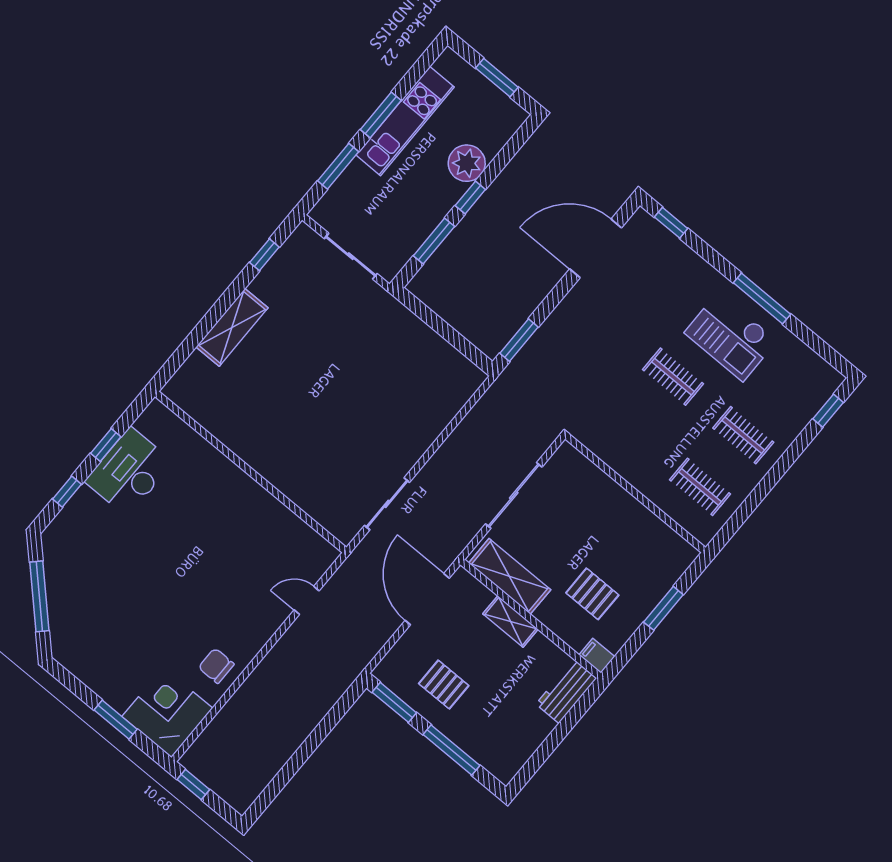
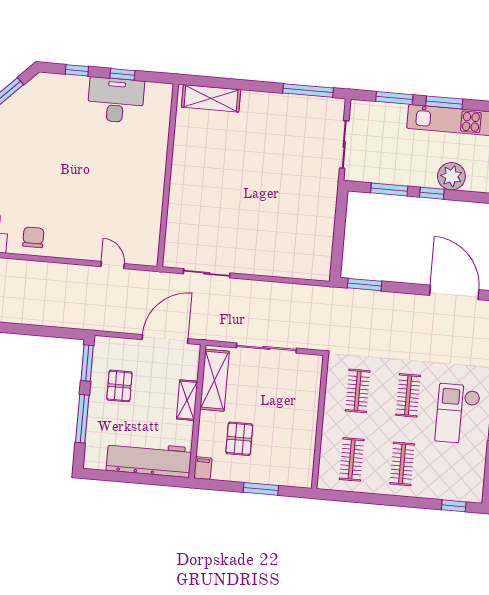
window: (264, 255) -> (308, 91), width x2.17
shelving: (232, 327) -> (211, 98), moved
clothes rail: (630, 428) -> (358, 391), added
workbench: (566, 691) -> (149, 459), width x1.88, depth x1.32

